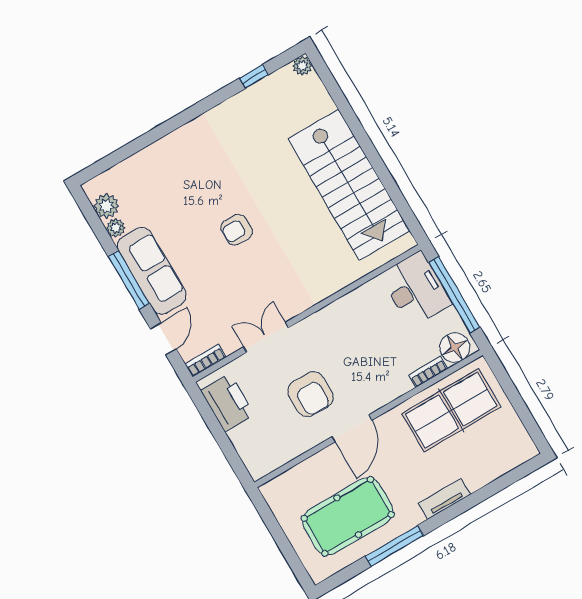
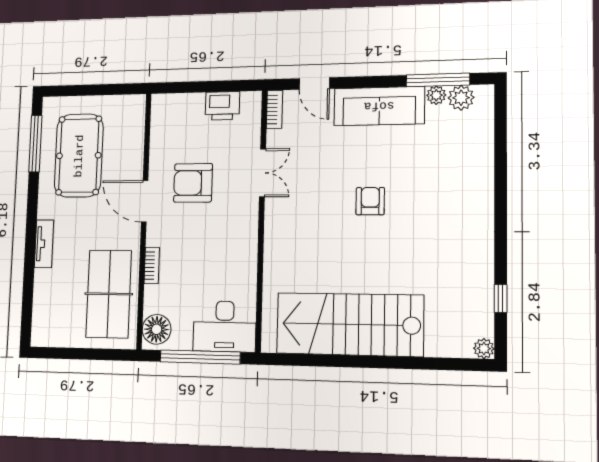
window: (129, 280) -> (438, 80), moved
bookcase: (428, 372) -> (152, 266), moved
printer: (227, 402) -> (222, 106), width x0.73, depth x0.84
window: (394, 546) -> (35, 144), moved

